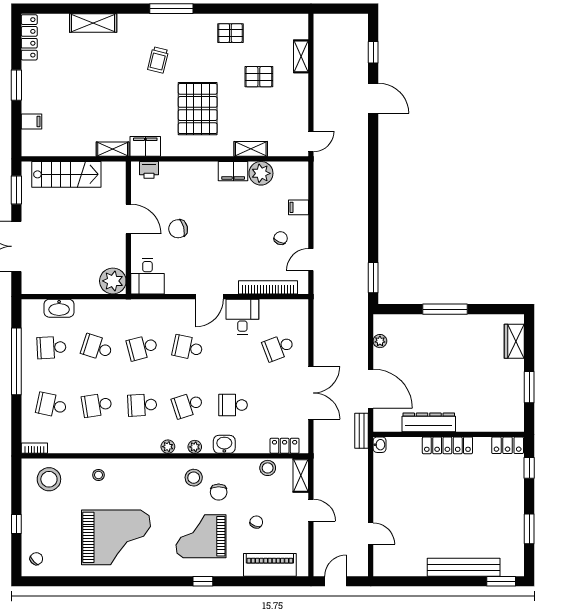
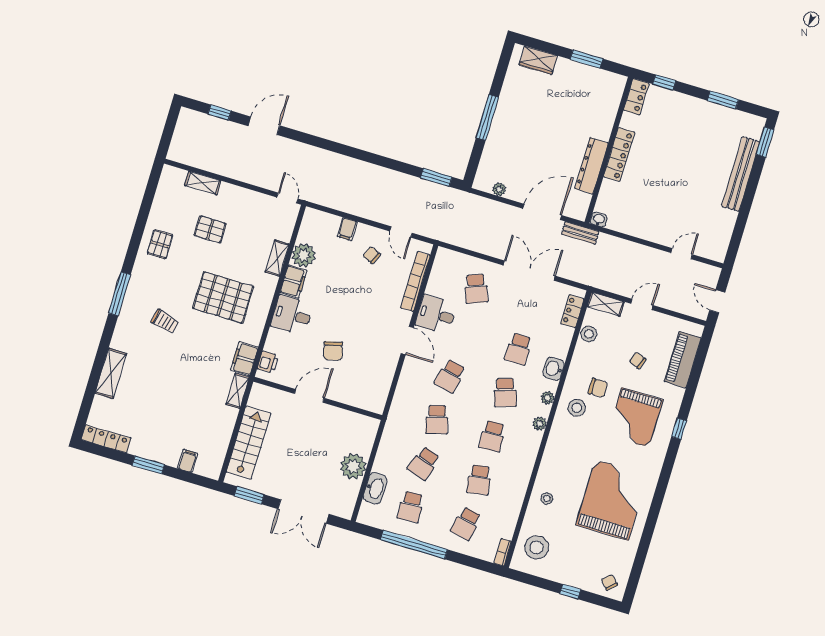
pallet: (259, 77) -> (210, 229), turned 90
desk: (147, 276) -> (292, 315), moved, turned 180
plant: (113, 281) -> (353, 466), moved

